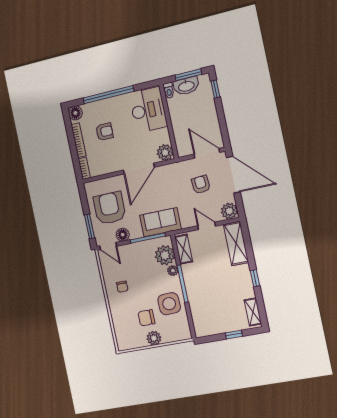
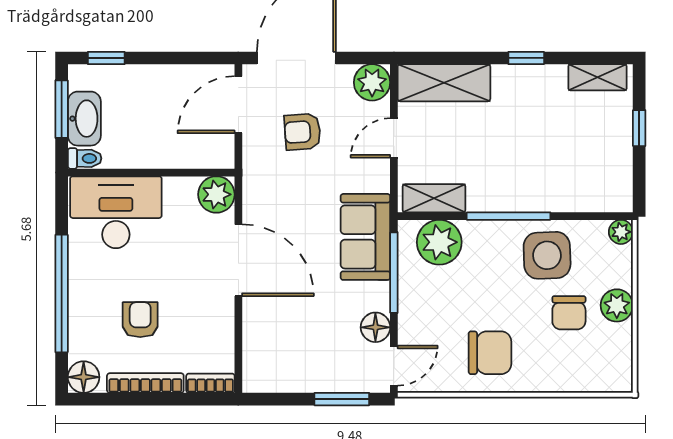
armchair: (110, 208) -> (311, 344), removed
plant: (173, 271) -> (621, 232), moved
chair: (122, 287) -> (490, 353), width x1.87, depth x1.87

